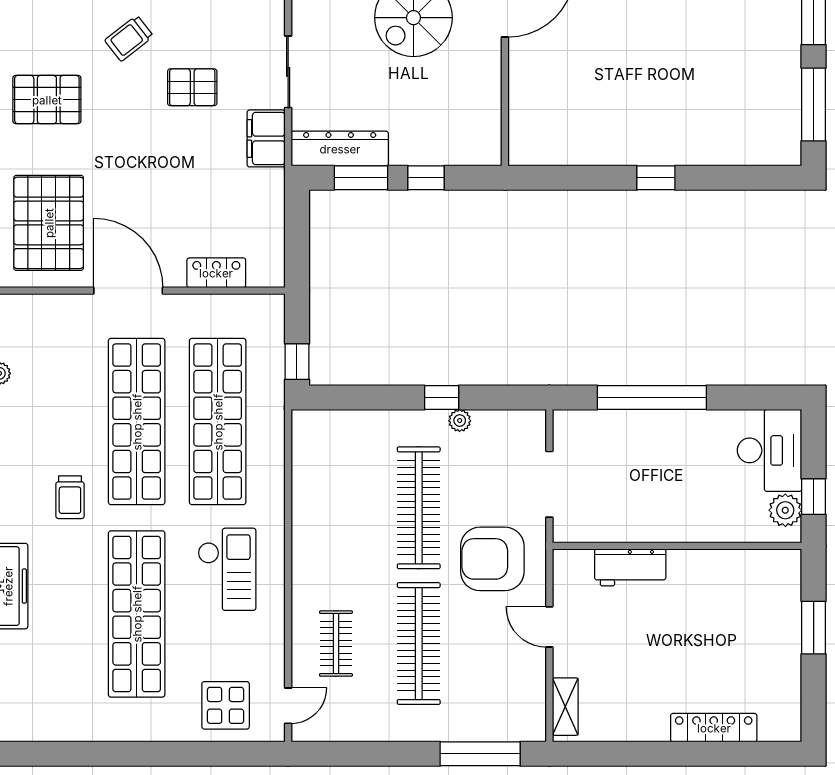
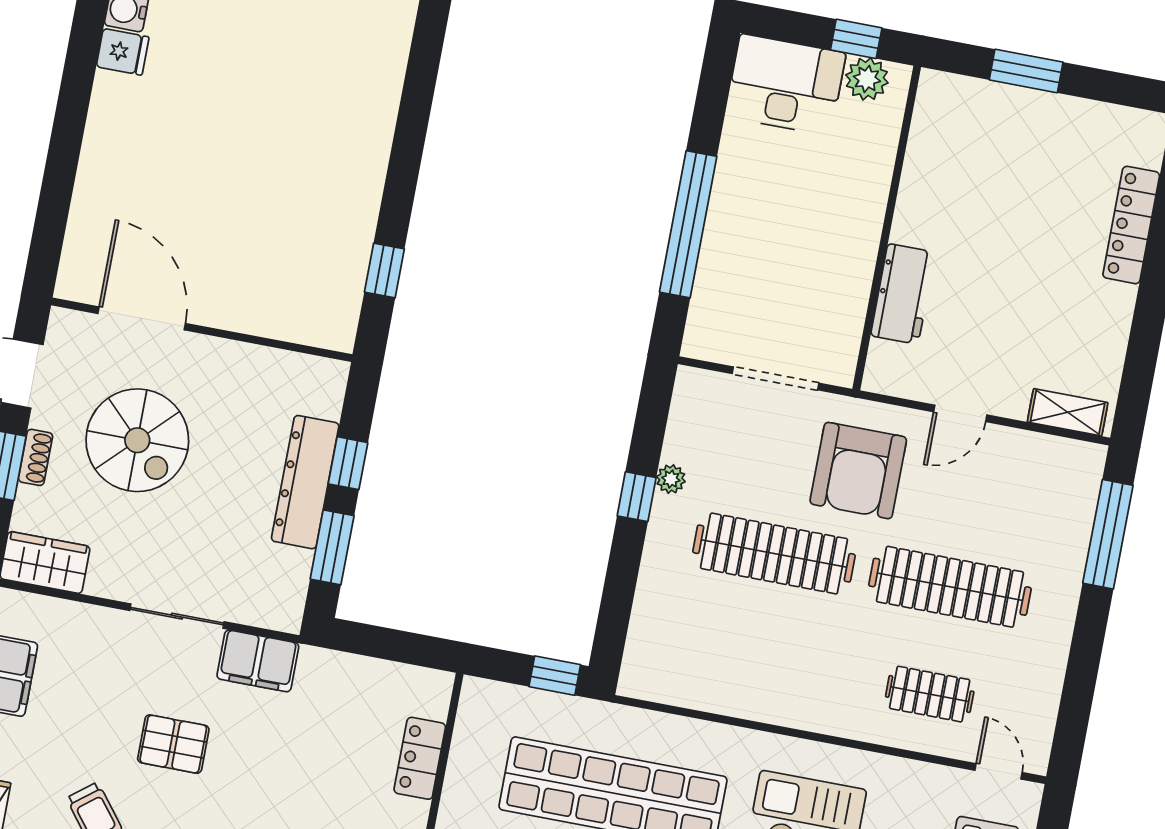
pallet: (192, 87) -> (173, 744), turned 90
dresser: (340, 149) -> (305, 482), moved
window: (656, 178) -> (384, 270), moved

